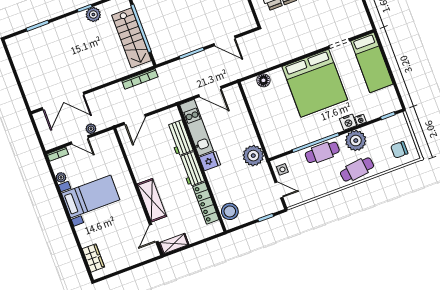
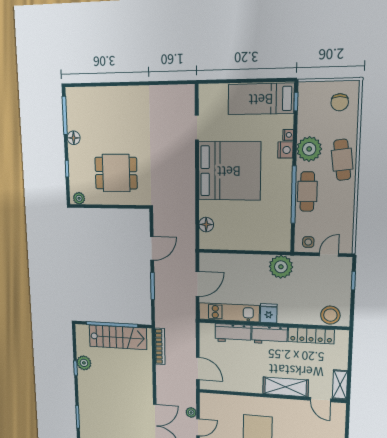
bed: (372, 63) -> (261, 99), moved, turned 180

